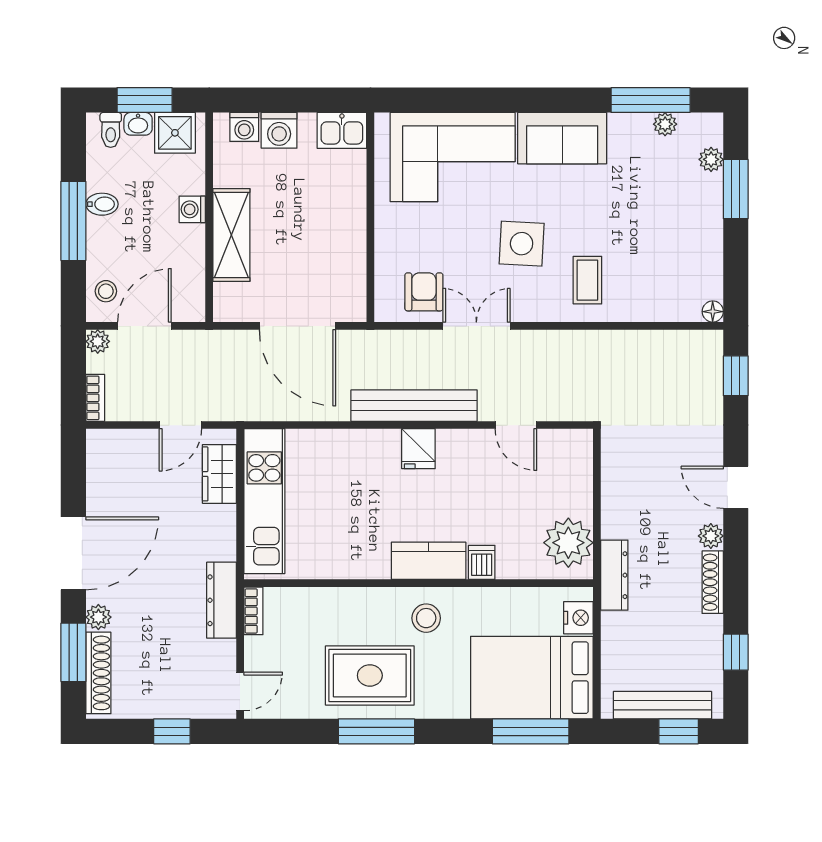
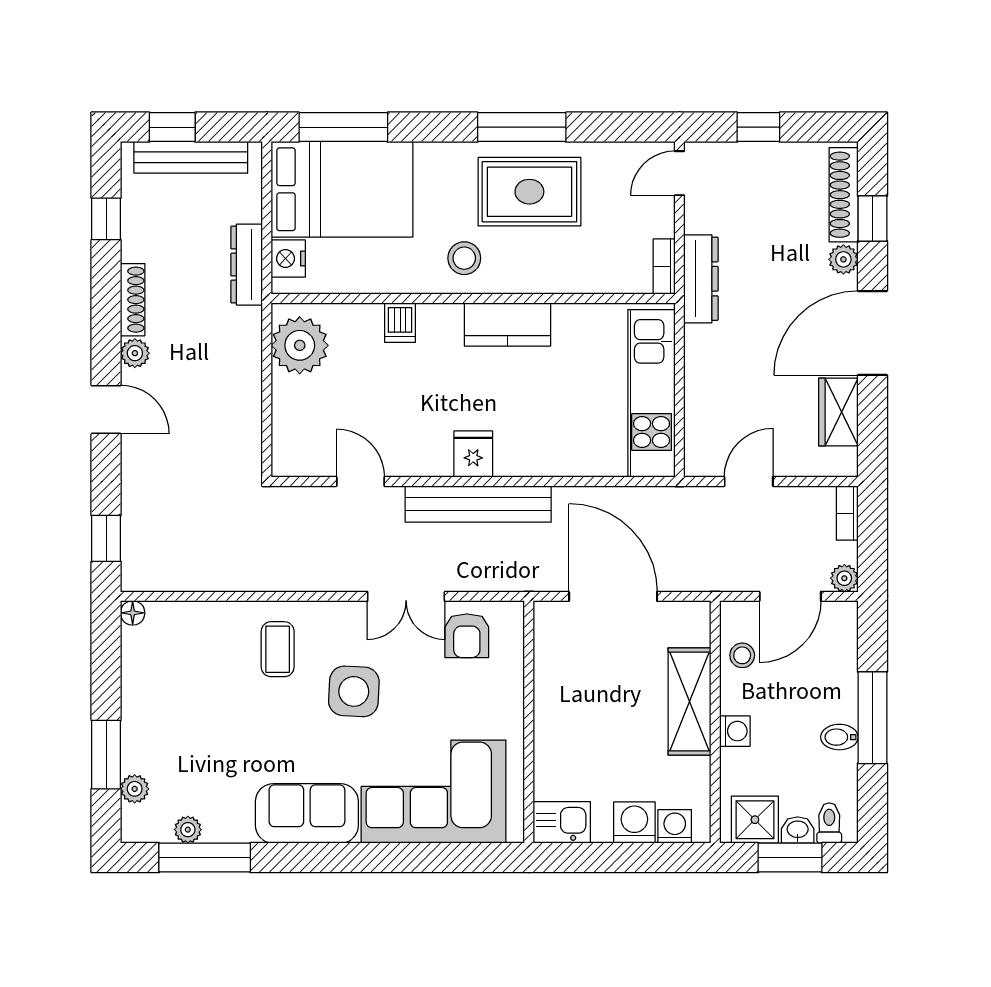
stool: (106, 291) -> (742, 655), moved
wardrobe: (219, 474) -> (838, 412), moved, turned 180
kitchen counter: (429, 561) -> (507, 324), moved
dresser: (614, 575) -> (247, 265), moved
window: (73, 652) -> (872, 218), width x0.67

